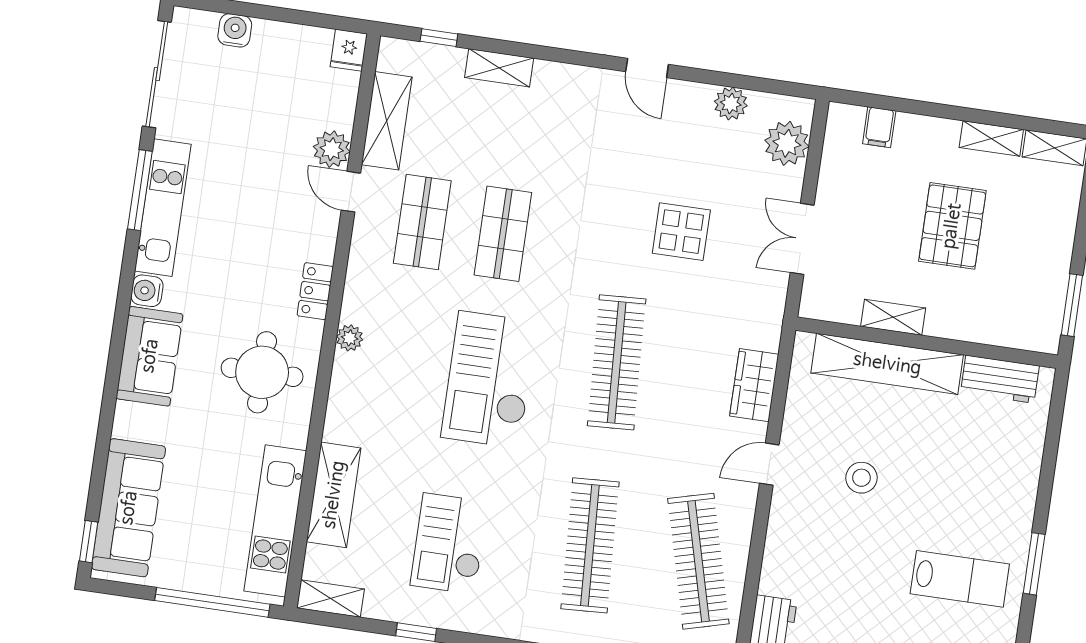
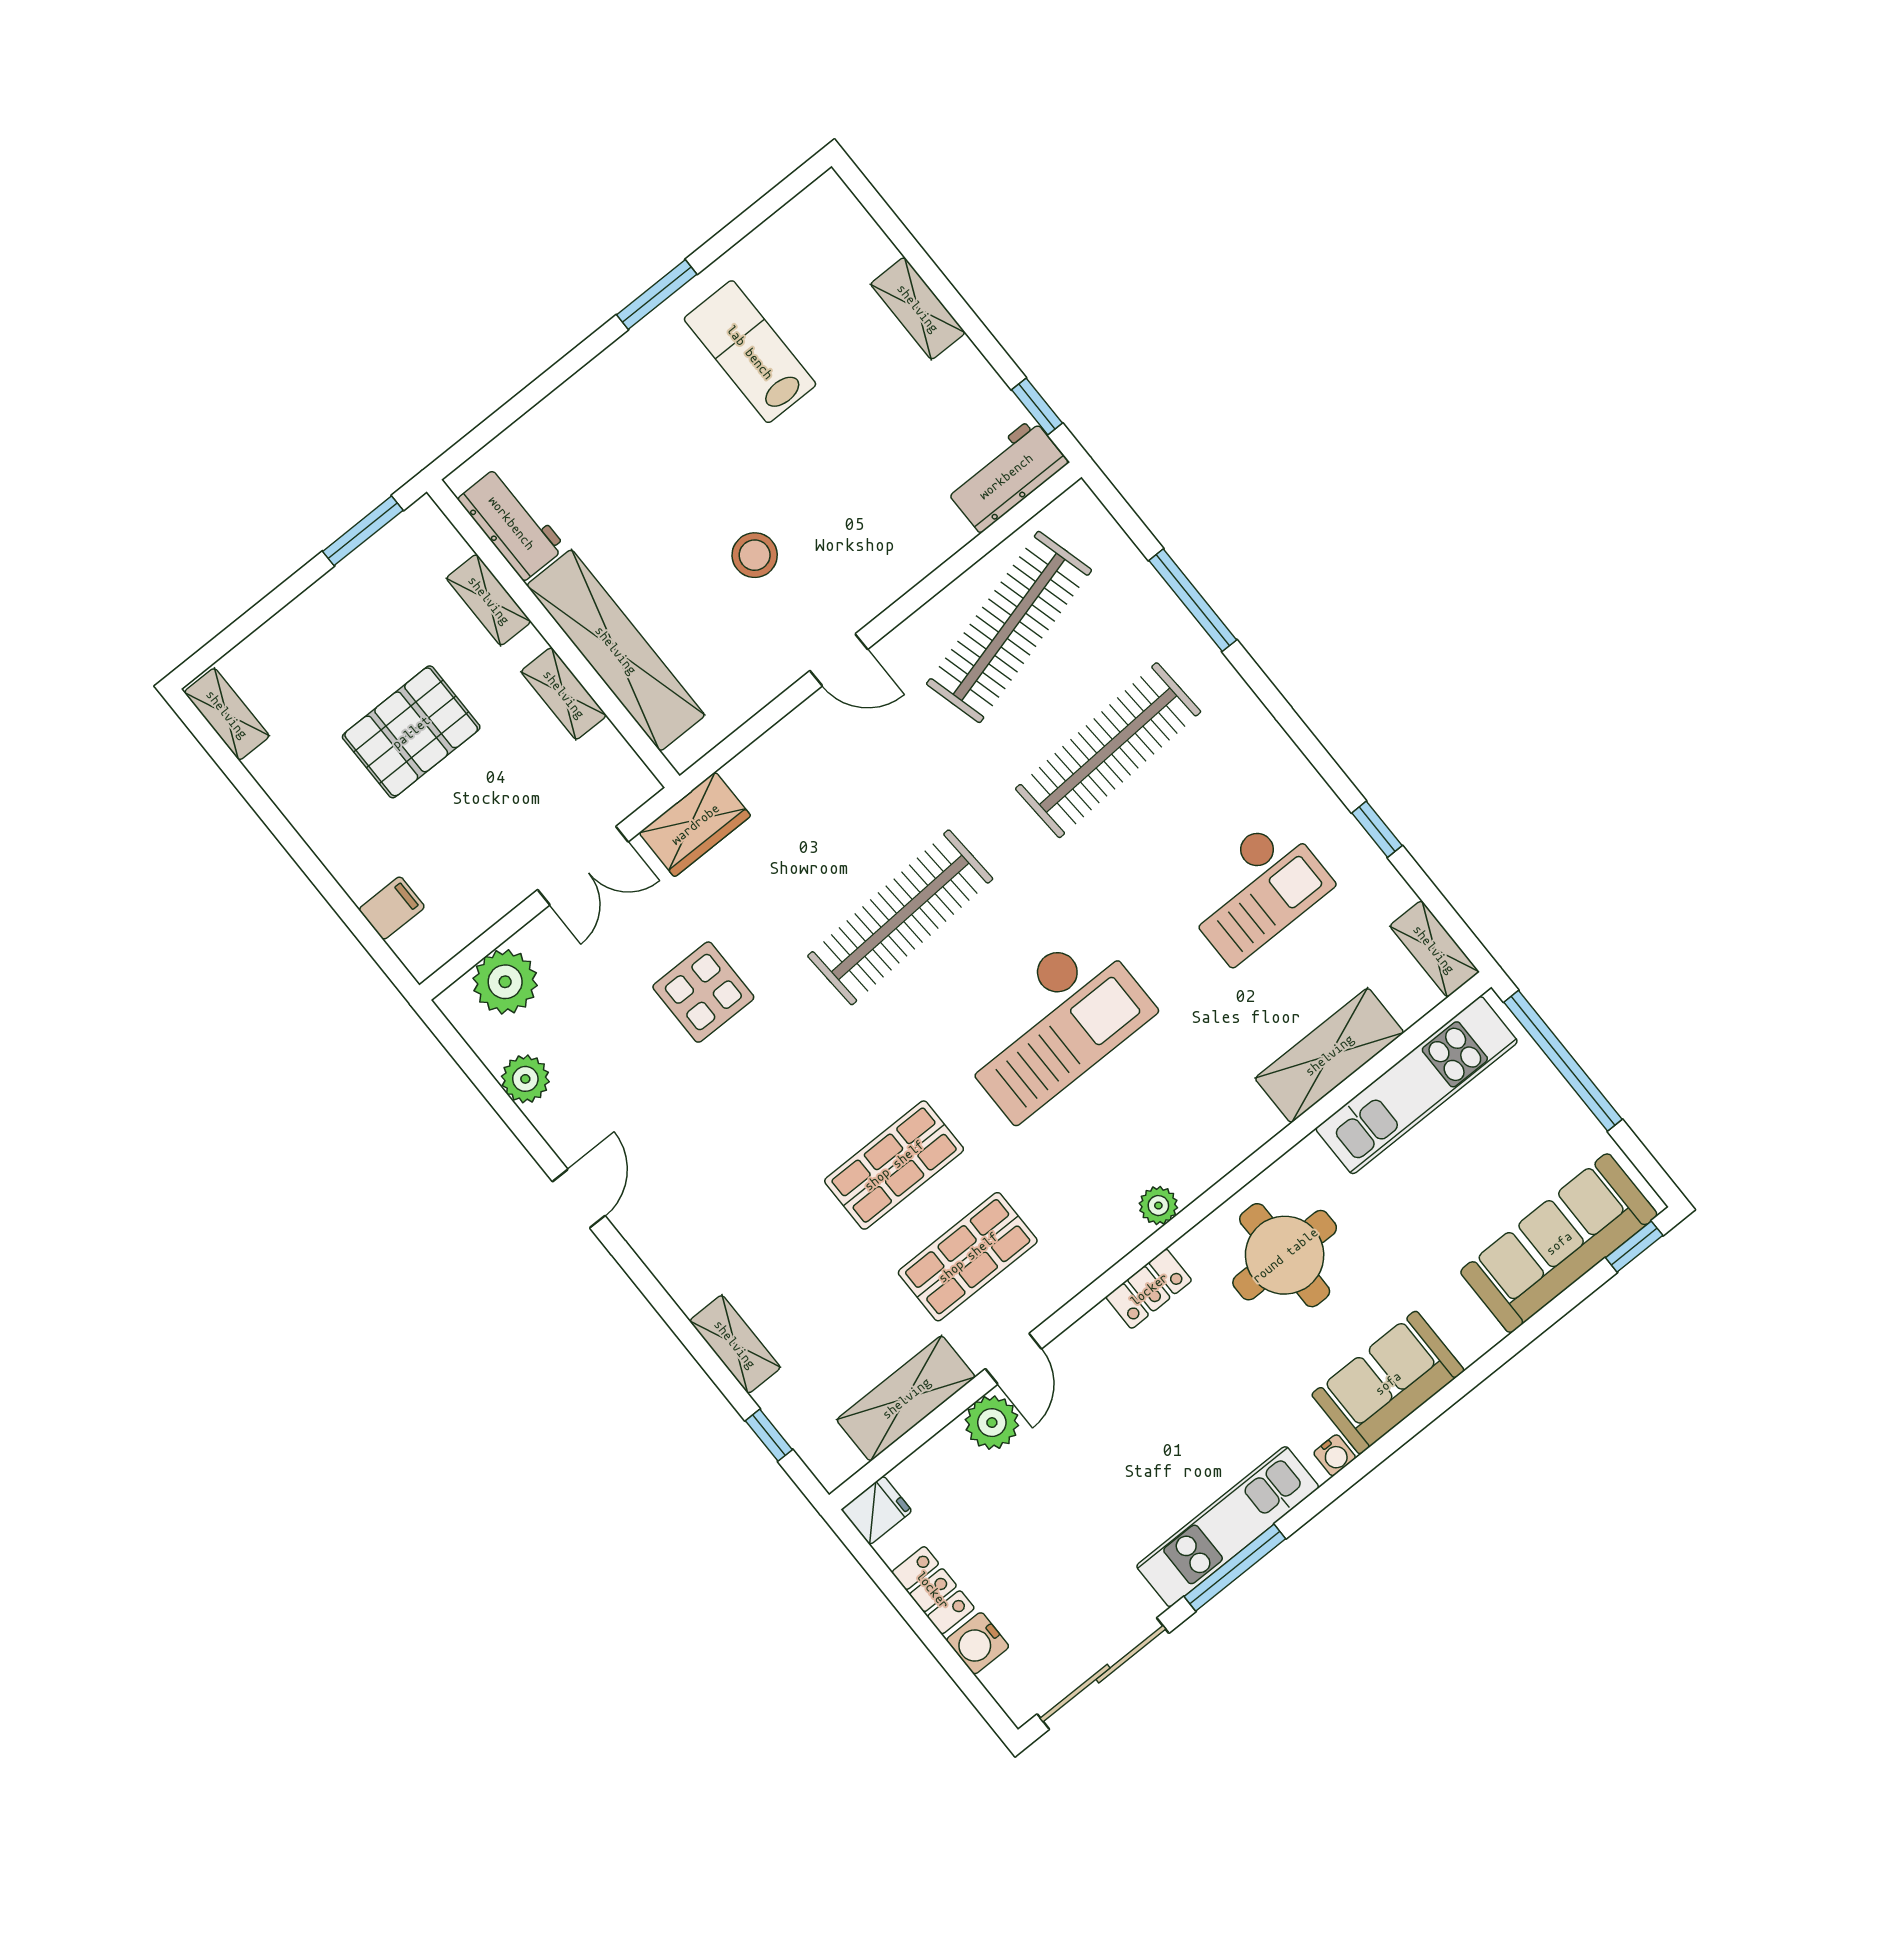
locker: (282, 36) -> (933, 1590), added
shelving: (991, 139) -> (489, 600), moved
water cooler: (147, 291) -> (1335, 1455), width x0.72, depth x0.72
wardrobe: (754, 385) -> (695, 824), moved

